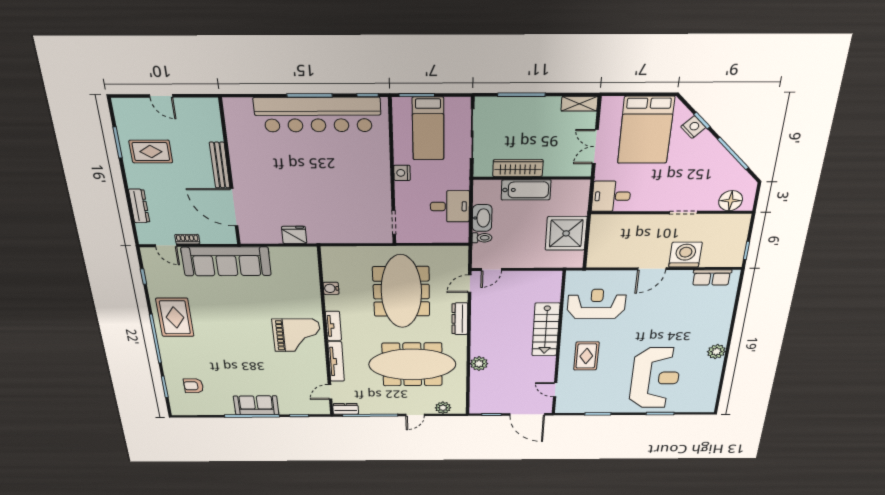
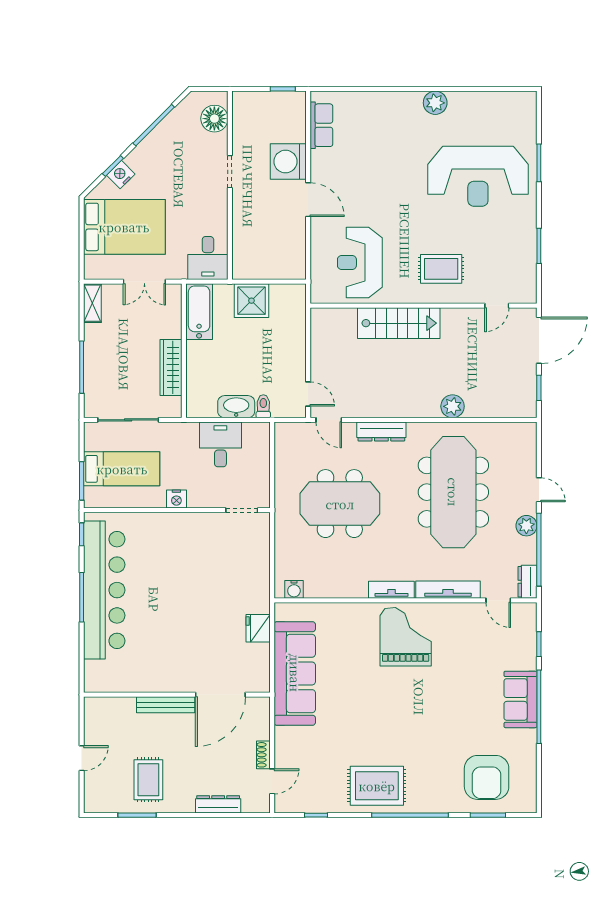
bathtub: (526, 190) -> (199, 312), moved
shower: (566, 233) -> (251, 301), width x0.73, depth x0.73
sofa: (226, 261) -> (295, 673), moved
water cooler: (331, 288) -> (294, 589), moved
meeting table: (401, 292) -> (340, 504), width x0.73
reception desk: (655, 378) -> (478, 176), turned 180
armchair: (194, 386) -> (487, 777), width x1.88, depth x1.88
plant: (443, 408) -> (526, 526), moved

